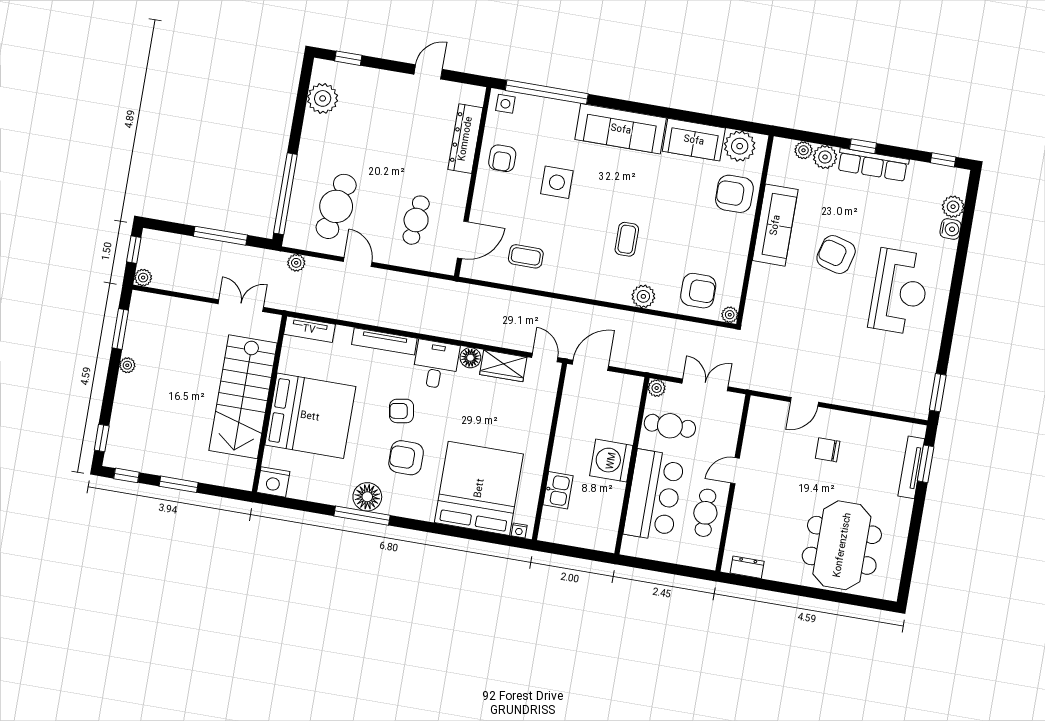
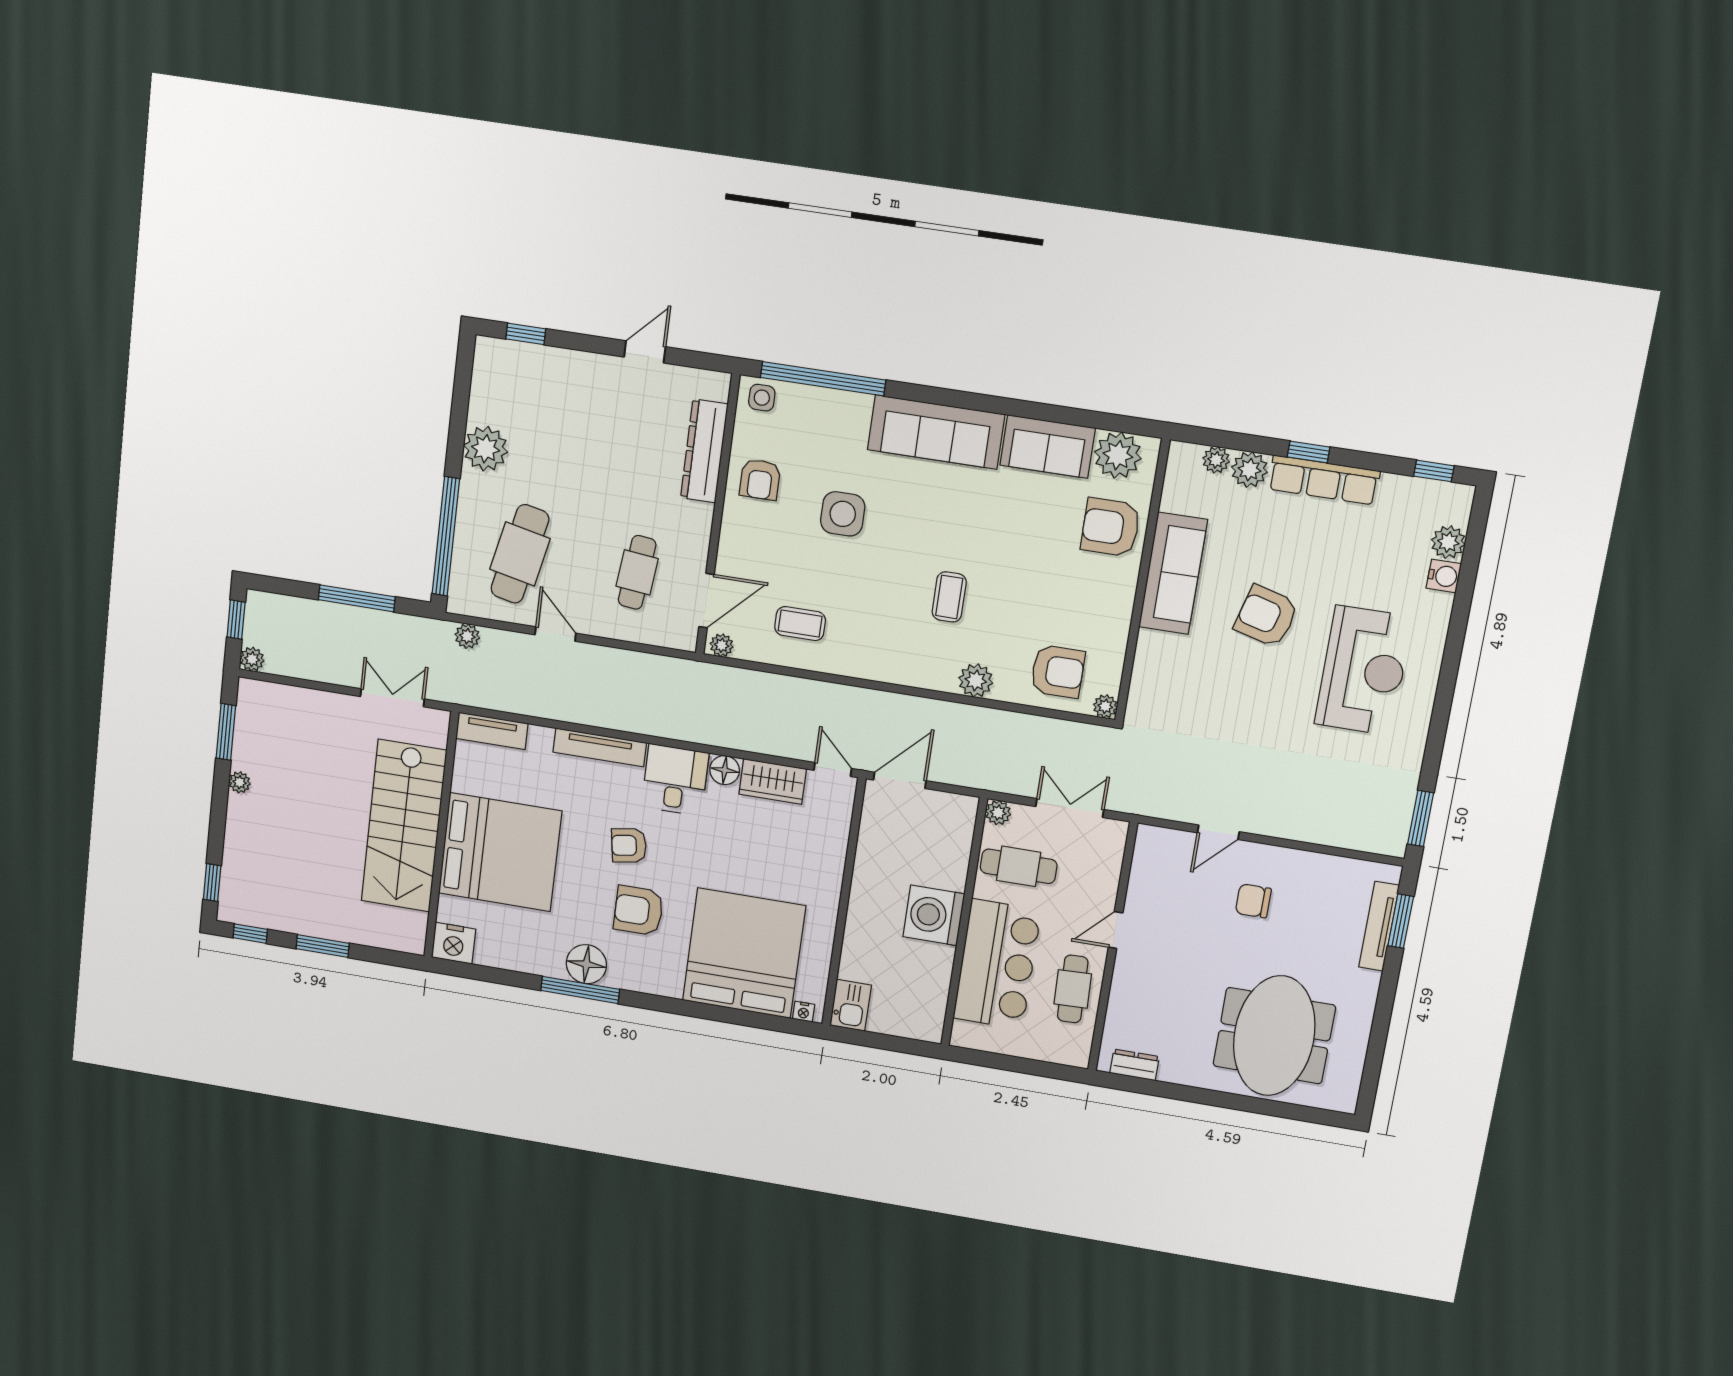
plant: (323, 98) -> (486, 449), moved
plant: (472, 271) -> (722, 645), added
kitchen sink: (558, 490) -> (851, 1005), moved

